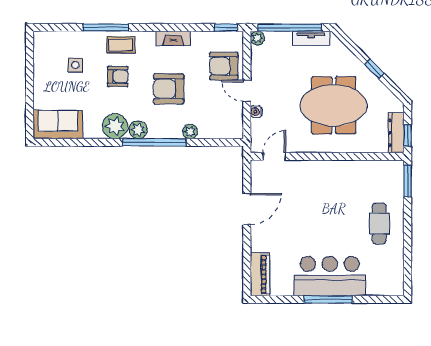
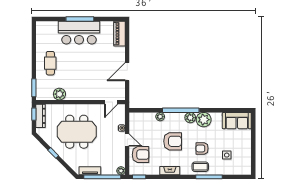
plant: (363, 170) -> (59, 94), added

